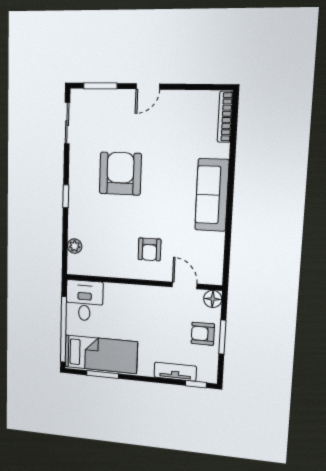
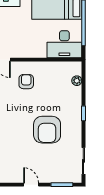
door: (148, 86) -> (31, 185), hinge flipped
desk: (85, 301) -> (64, 44), width x1.37

